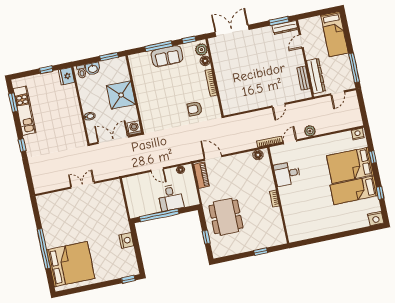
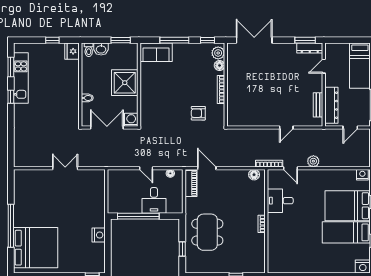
sofa: (167, 56) -> (156, 52), moved
door: (290, 142) -> (290, 168), swing flipped
window: (22, 145) -> (11, 97), moved

